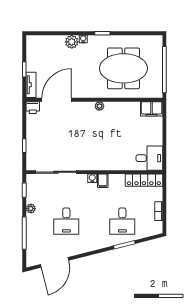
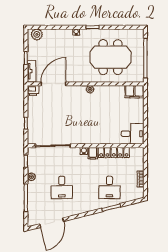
plant: (72, 42) -> (37, 34), moved
locker: (144, 180) -> (114, 153), moved

